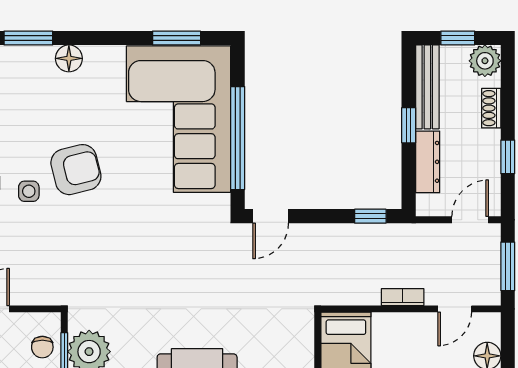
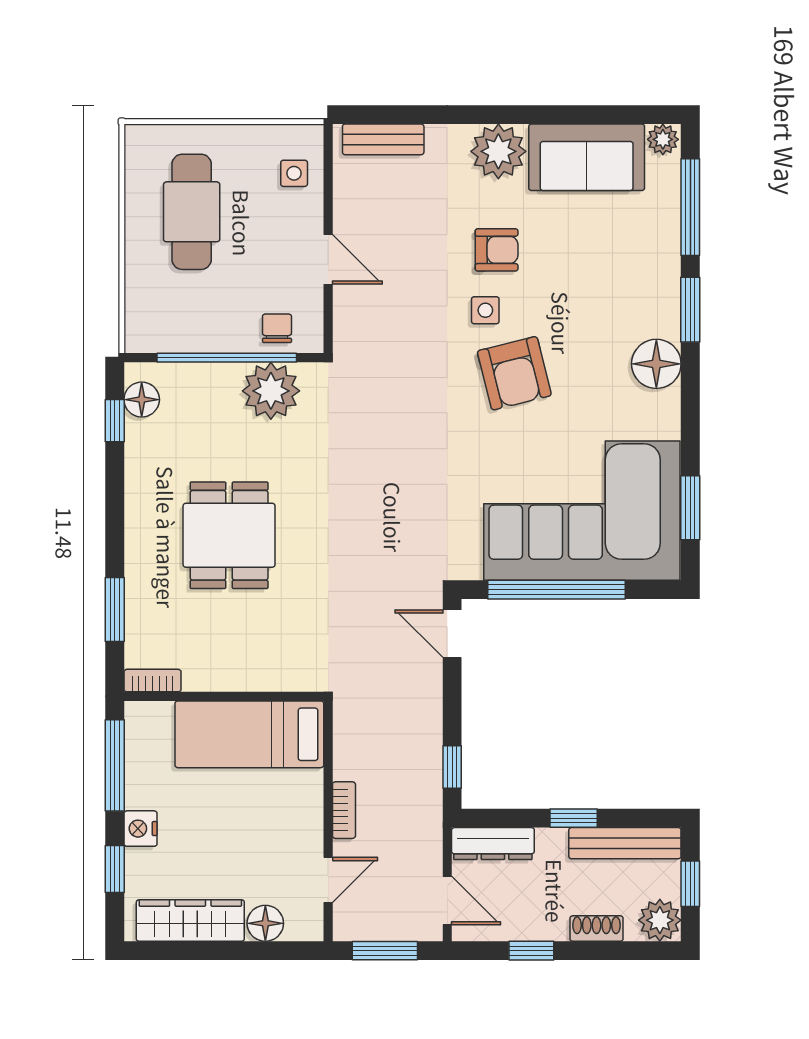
floor lamp: (69, 58) -> (656, 364), width x1.38, depth x1.38
dresser: (428, 162) -> (493, 844), moved
door: (455, 309) -> (328, 880), swing flipped
chair: (42, 347) -> (277, 328), turned 90

